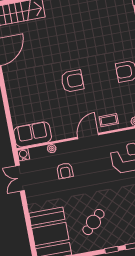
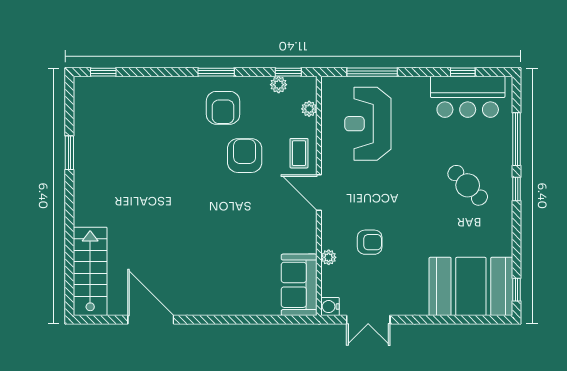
armchair: (72, 81) -> (245, 156), moved
cafe table: (93, 222) -> (468, 185), moved

